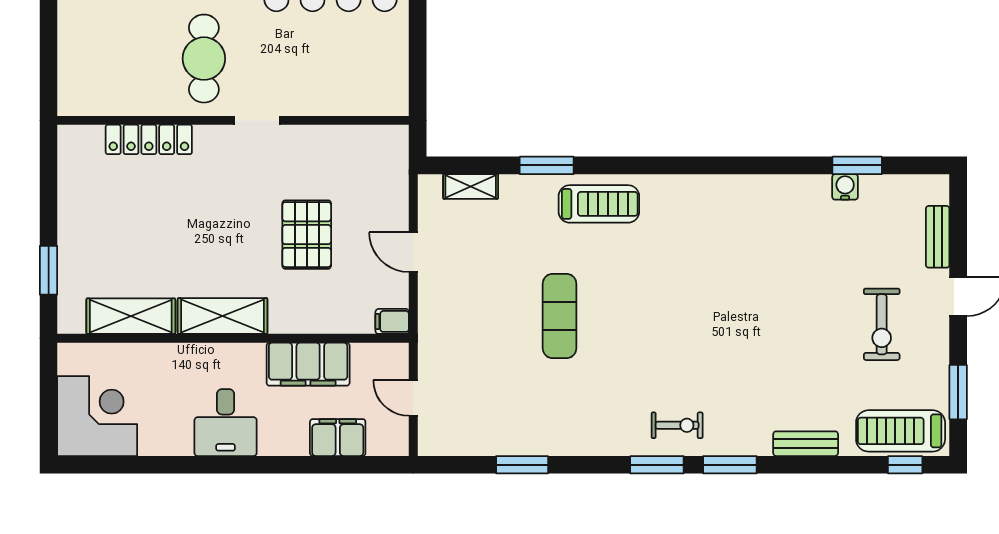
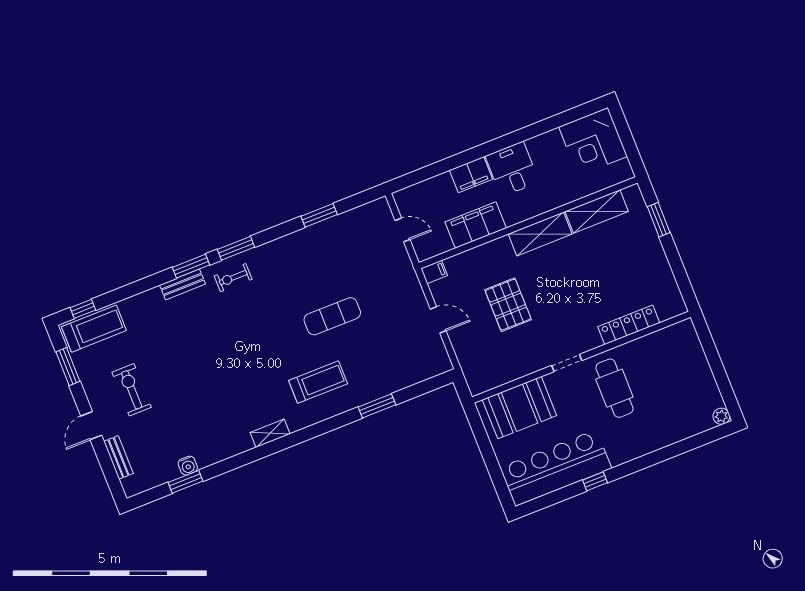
booth: (348, 84) -> (519, 408), added
shelving: (471, 187) -> (270, 433), moved
treadmill: (599, 204) -> (318, 382), moved, turned 180
exercise mat: (560, 316) -> (332, 316), turned 90
filing cabinet: (338, 438) -> (471, 175), moved
bench: (806, 444) -> (182, 284), moved

